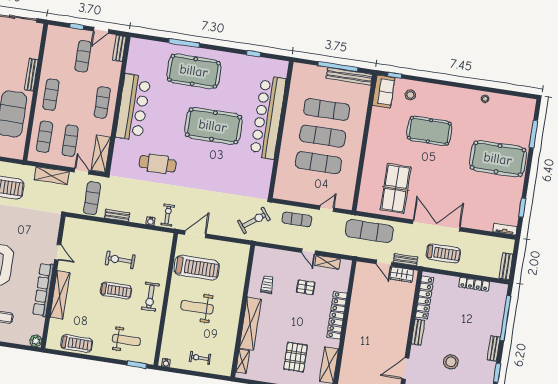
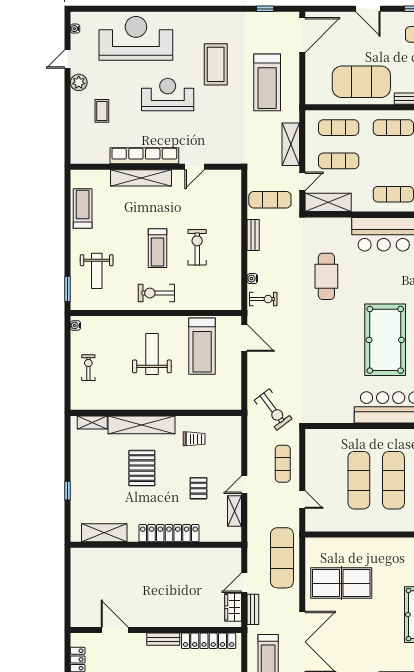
plant: (36, 341) -> (78, 156), removed
treadmill: (77, 343) -> (83, 208), turned 180
pallet: (295, 357) -> (142, 468), moved, turned 90

